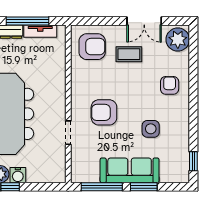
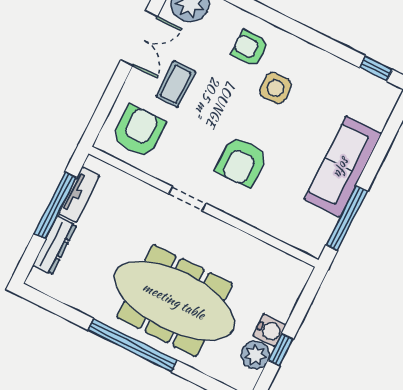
side table: (151, 129) -> (276, 88), moved
doorway: (68, 133) -> (187, 199), moved
window: (144, 187) -> (377, 158), removed

